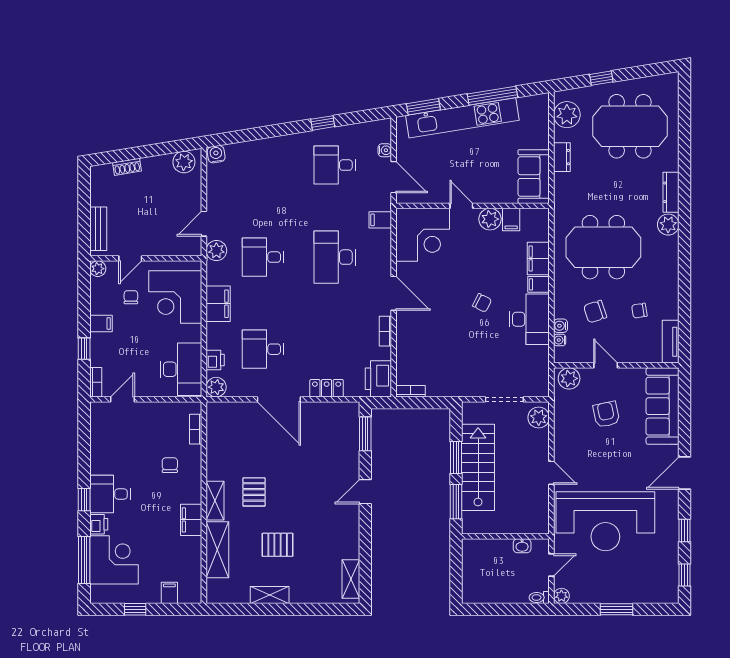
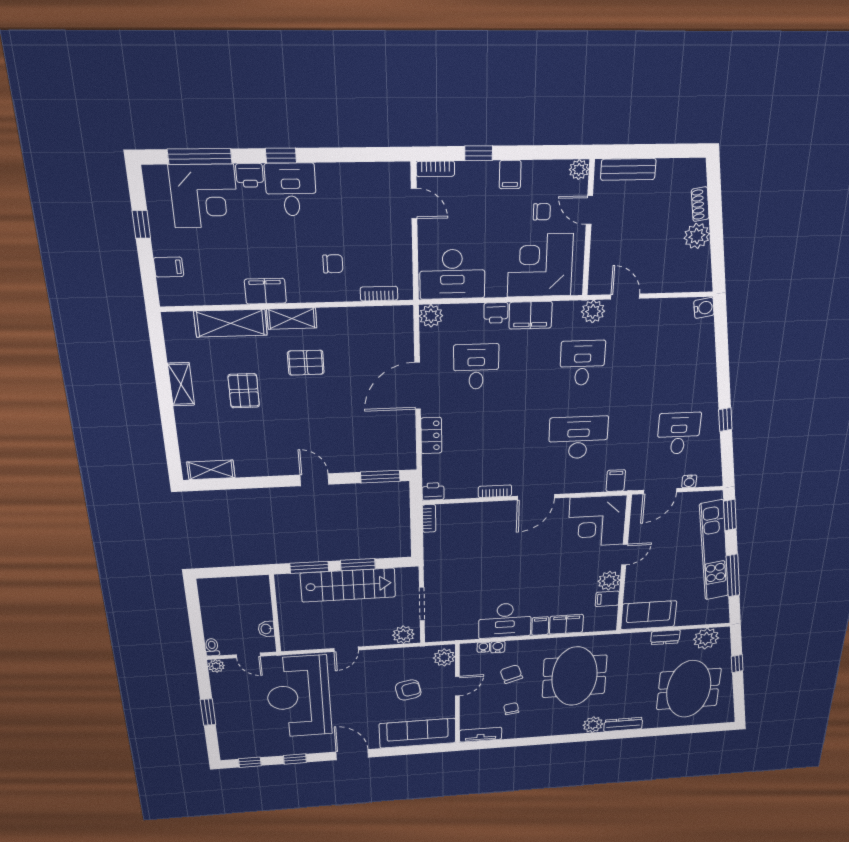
plant: (184, 162) -> (697, 236), moved
chair: (482, 303) -> (523, 579), removed
printer: (215, 360) -> (496, 313), moved
printer: (378, 379) -> (433, 491), width x0.53, depth x0.68

